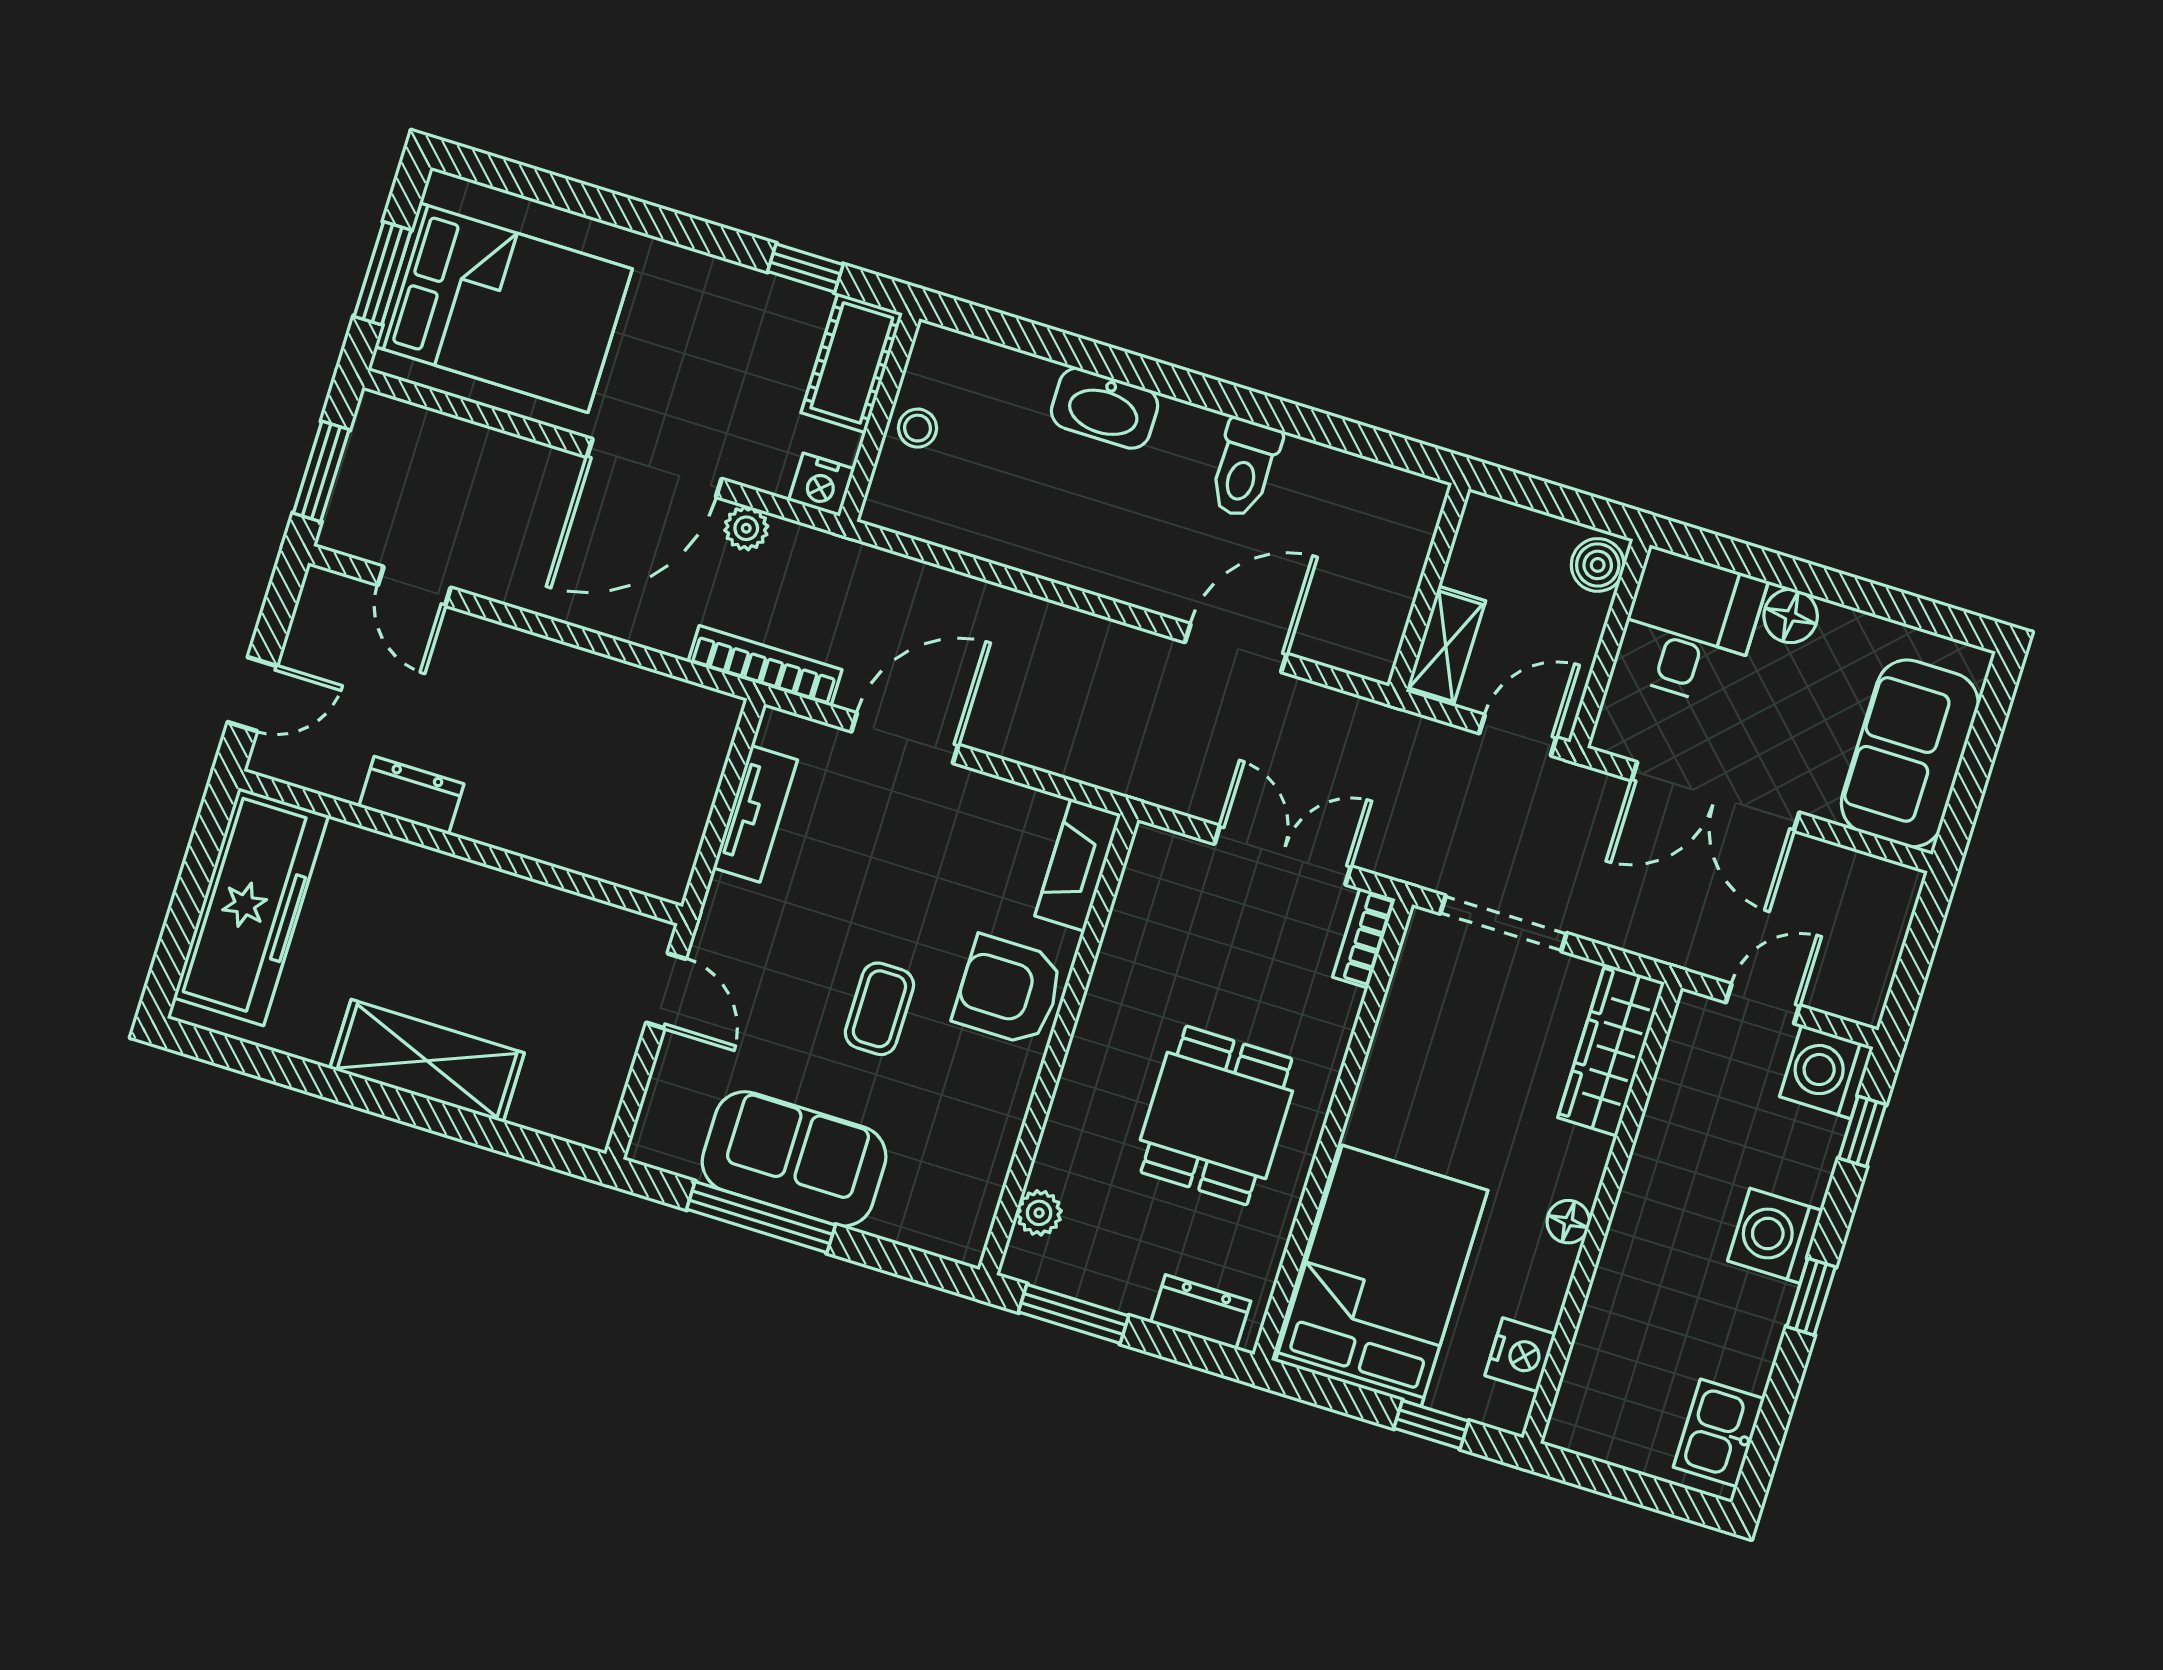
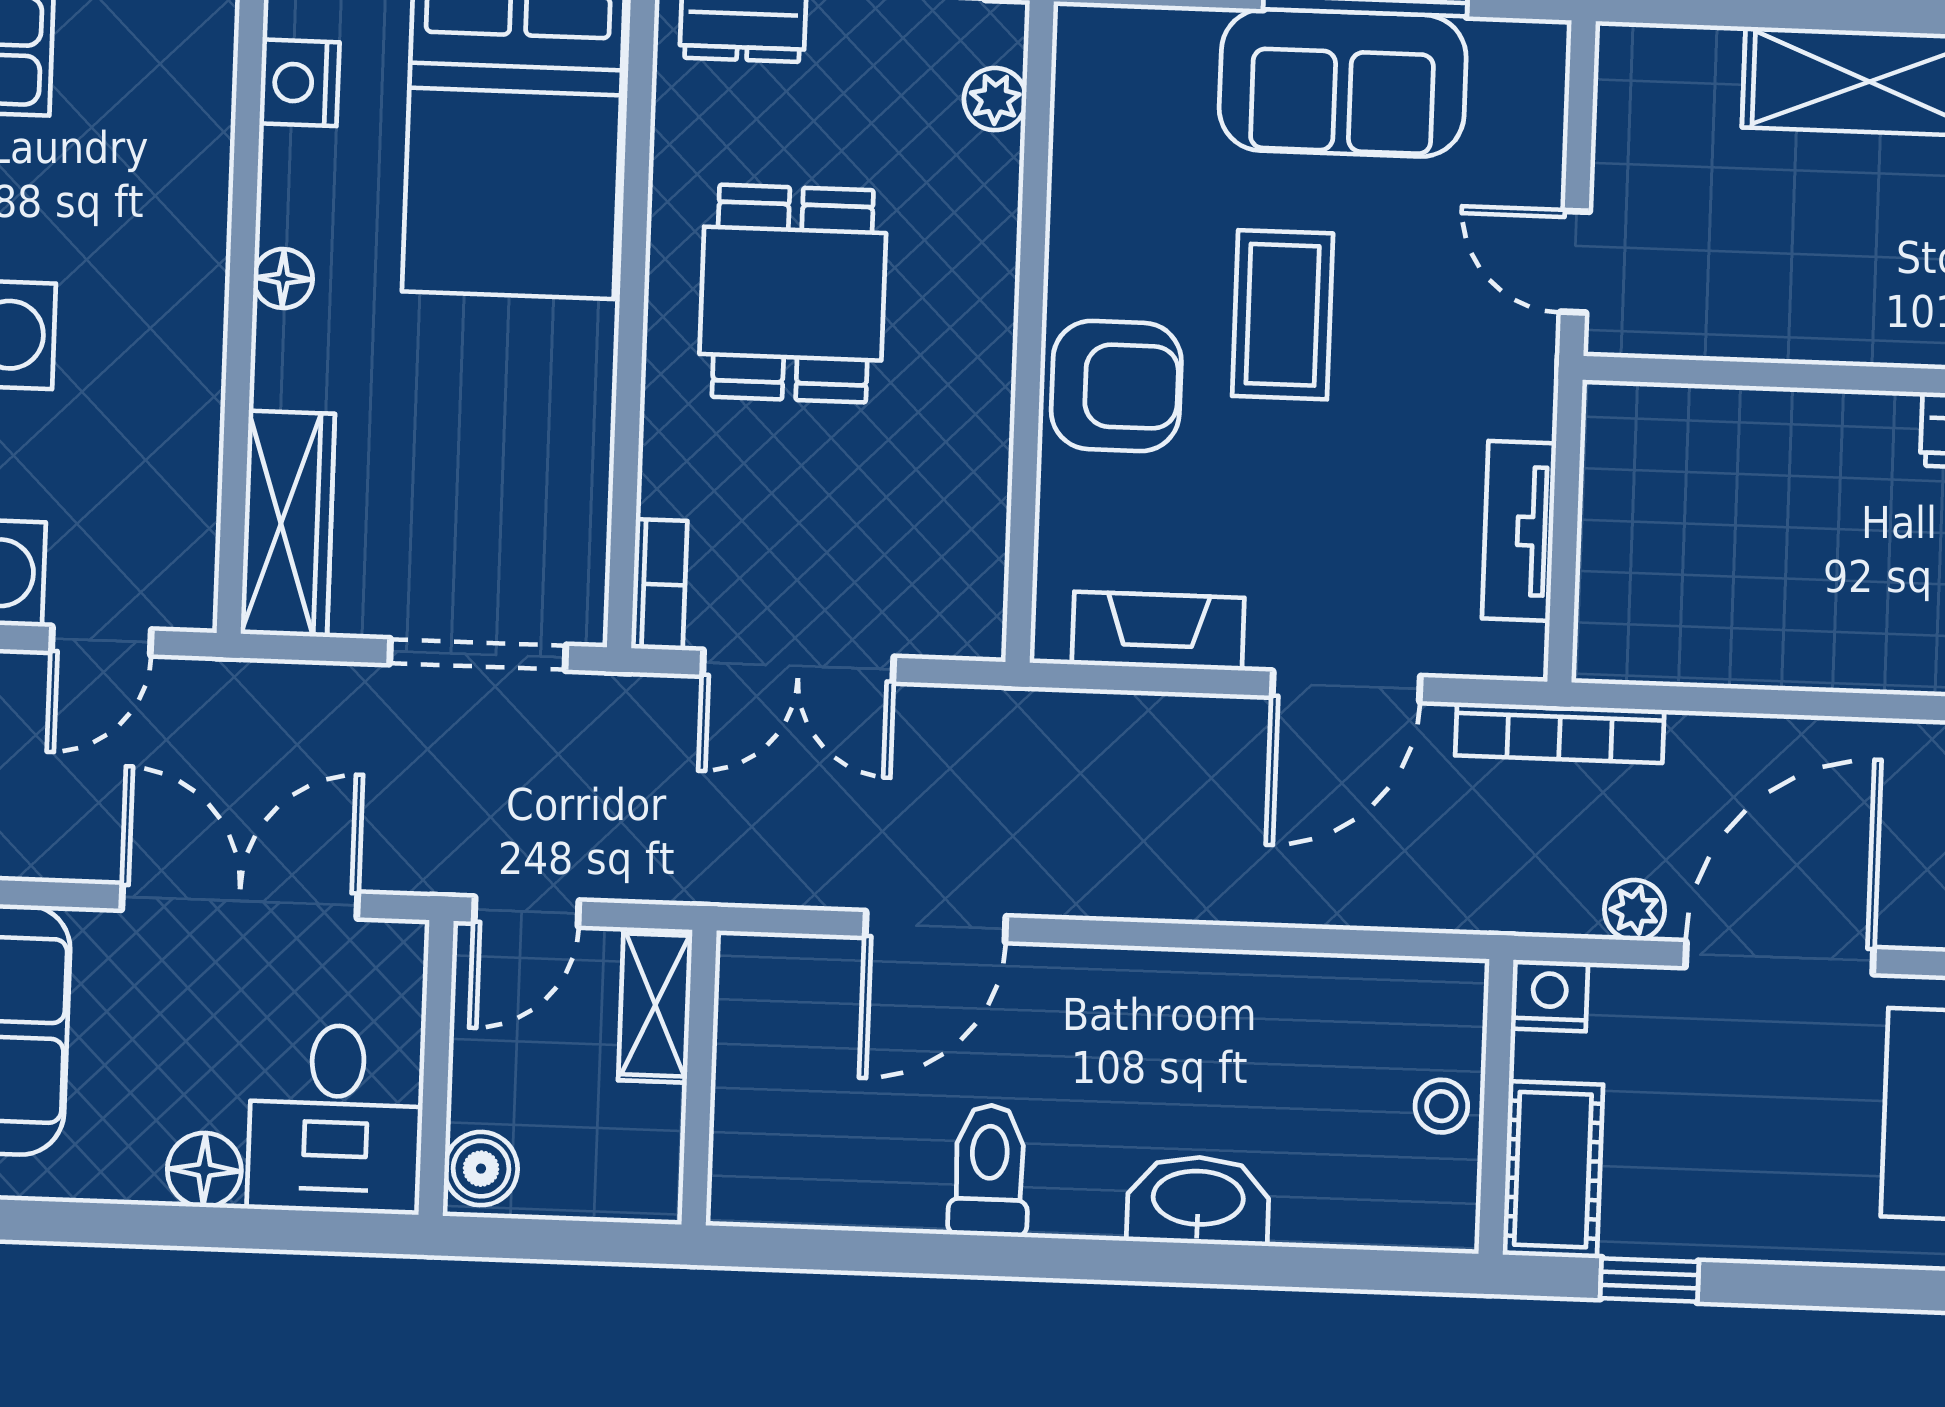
fireplace: (1078, 865) -> (1158, 631), moved, turned -90
coffee table: (879, 1009) -> (1283, 315), width x1.36, depth x1.30

